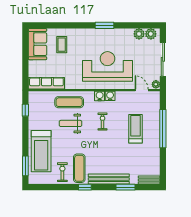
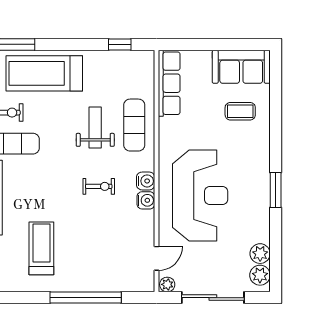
treadmill: (136, 129) -> (41, 248), moved, turned -90

